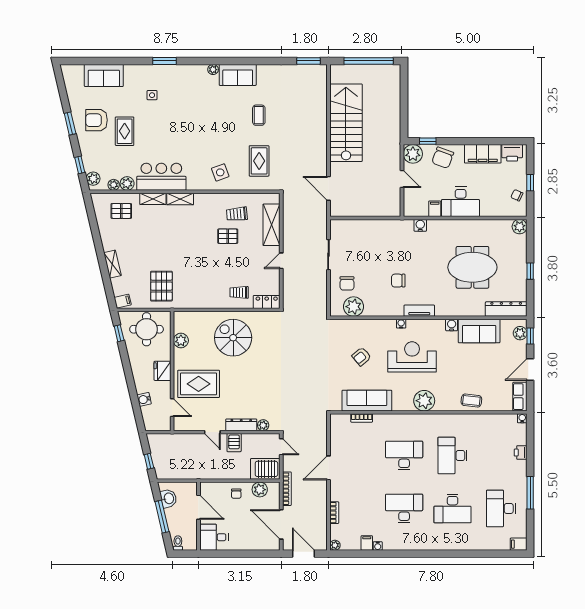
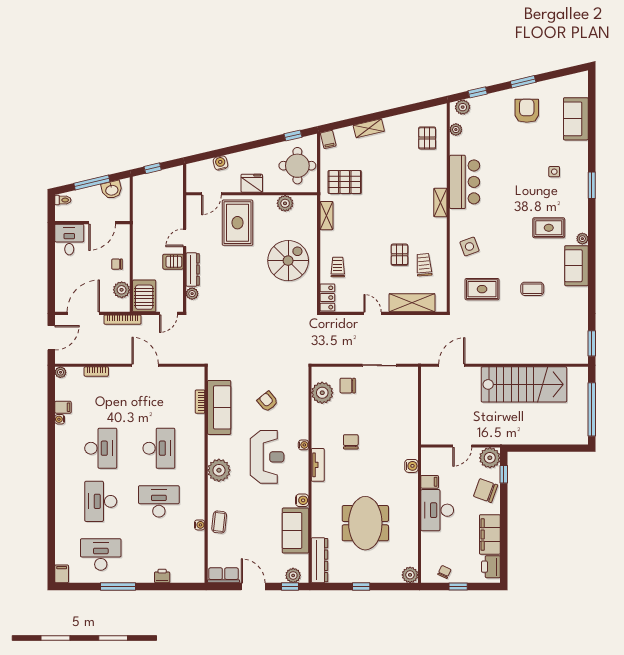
rug: (125, 131) -> (549, 228), moved
plant: (127, 184) -> (457, 144), removed
shelving: (153, 199) -> (326, 216), moved
water cooler: (522, 418) -> (200, 525), moved

